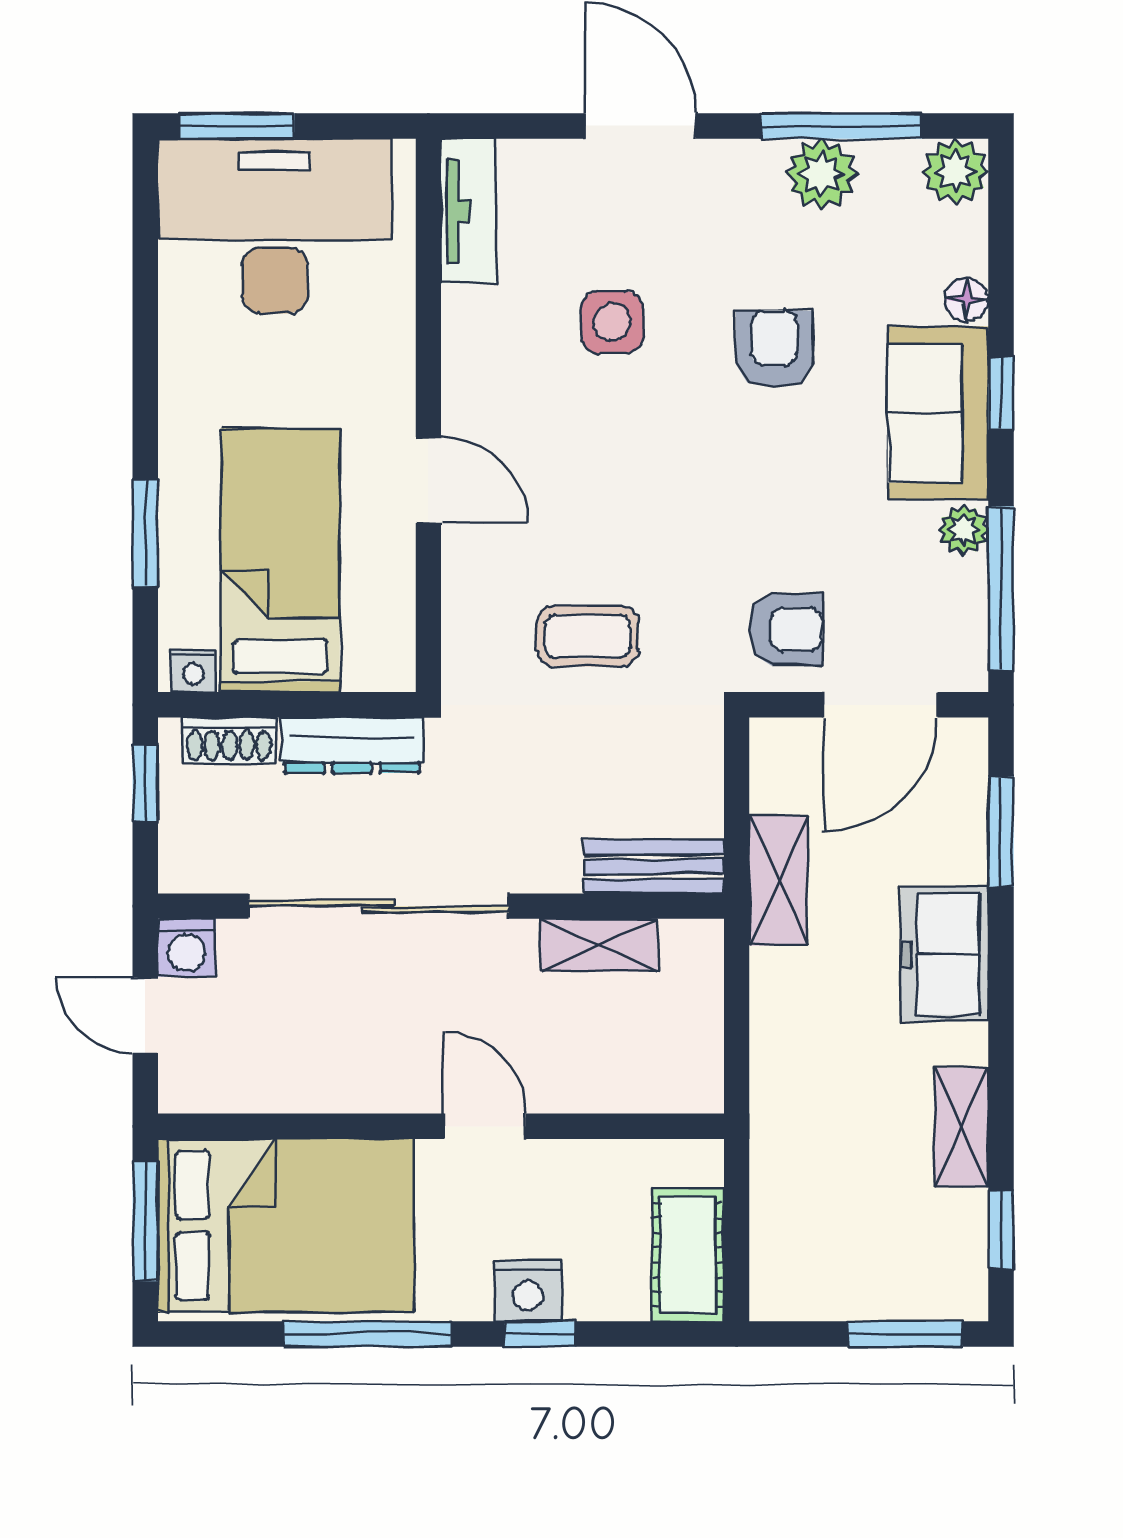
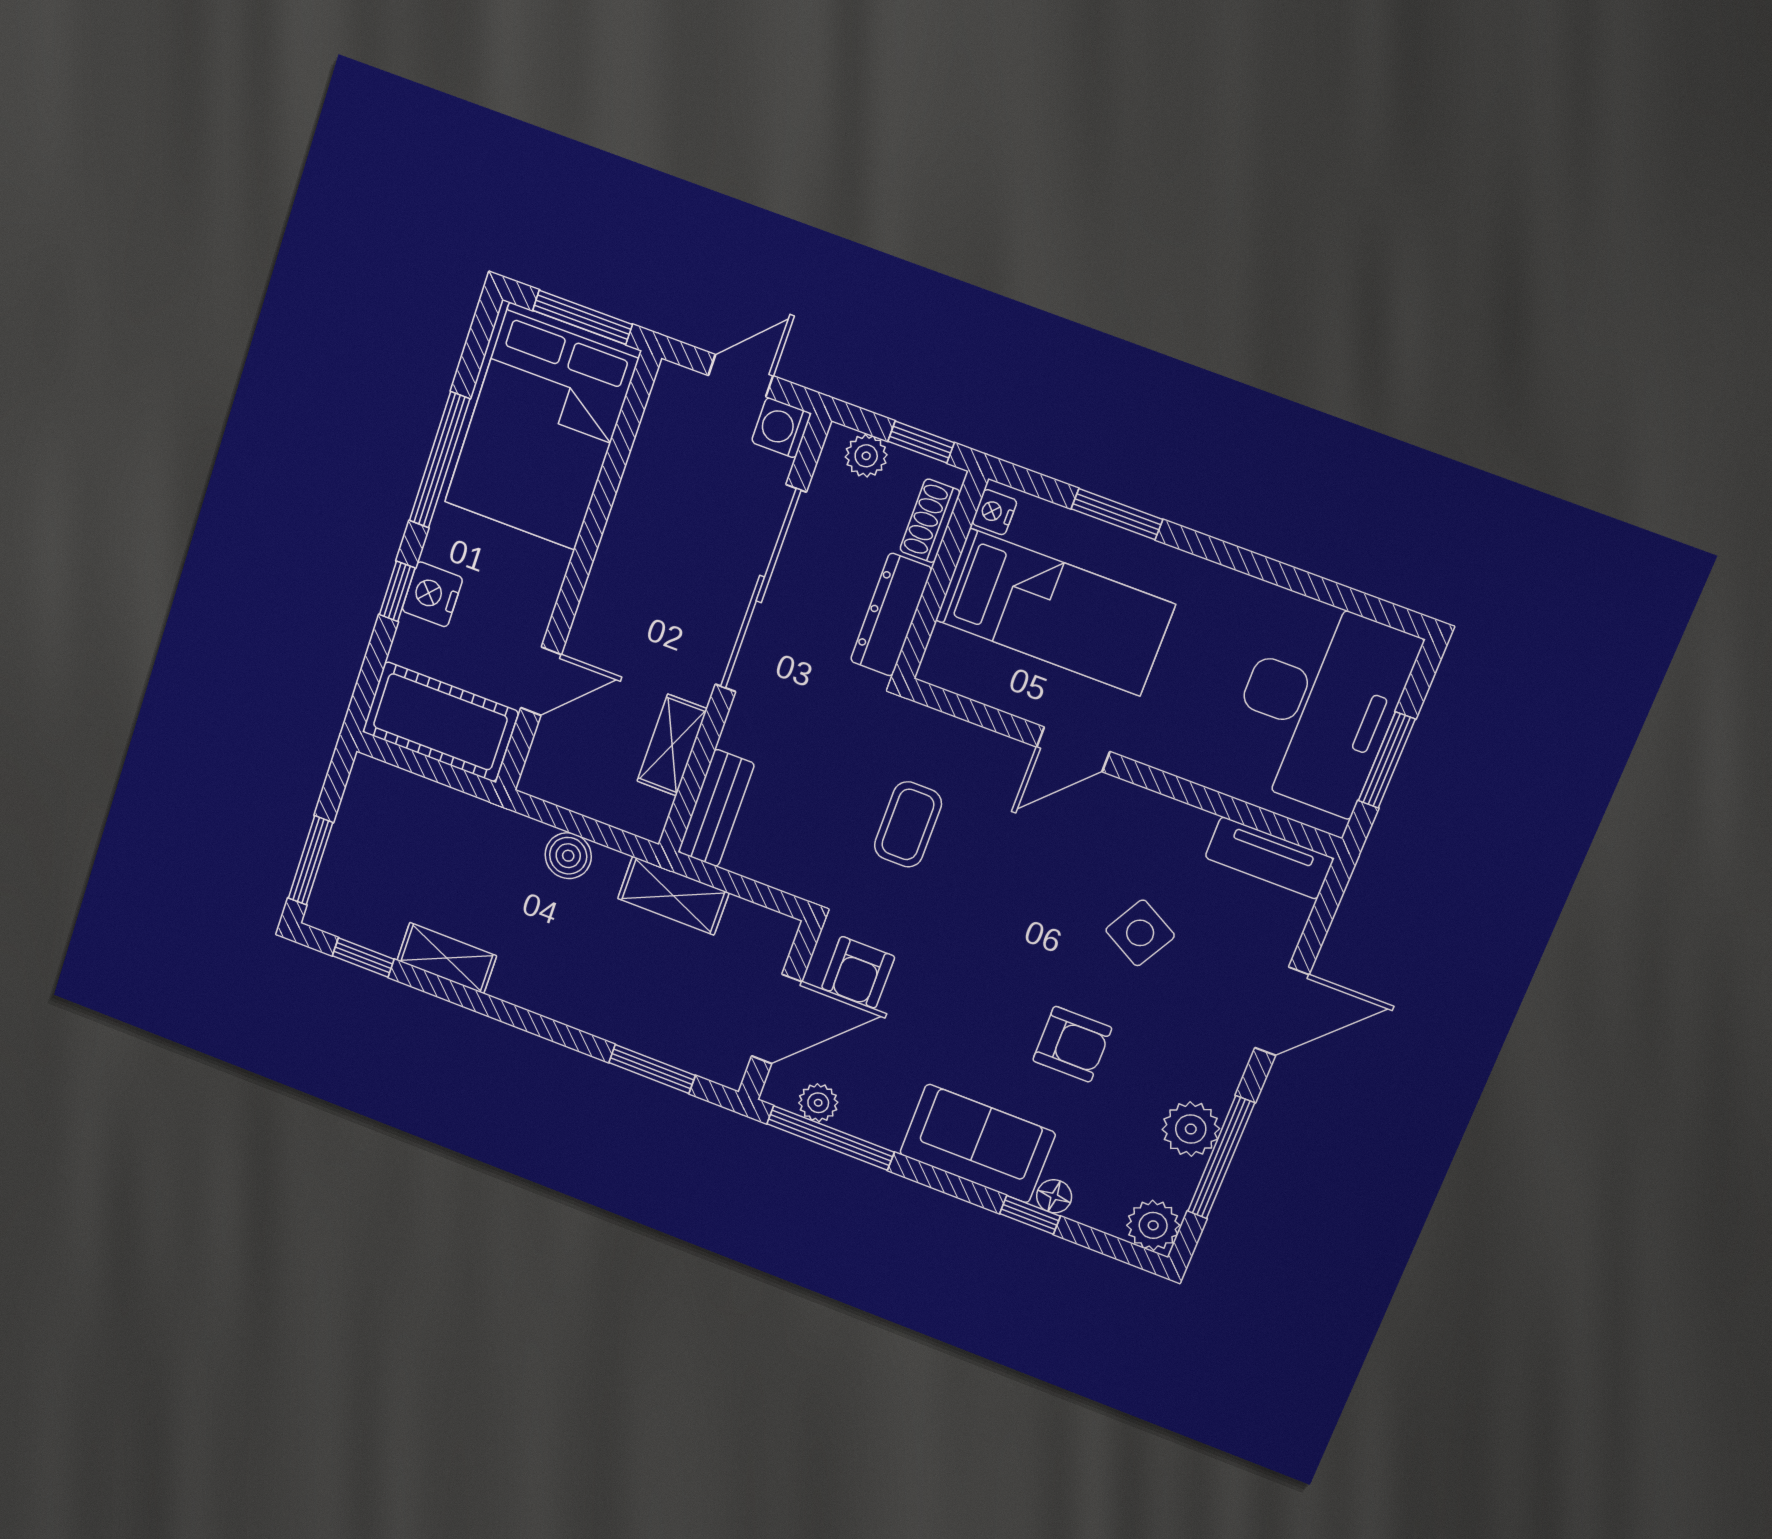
window: (237, 126) -> (1387, 760), moved
side table: (612, 322) -> (1140, 933), turned 30
window: (1001, 393) -> (1030, 1215), moved
plant: (963, 530) -> (818, 1103), moved
door: (880, 705) -> (777, 1019), swing flipped
plant: (183, 839) -> (866, 456), added
freezer: (945, 954) -> (577, 995), removed
boiler: (779, 1023) -> (568, 856), added
door: (485, 1126) -> (541, 681), moved
cot: (688, 1255) -> (440, 722), width x1.37, depth x1.34

